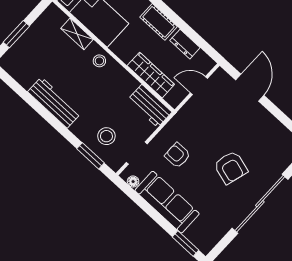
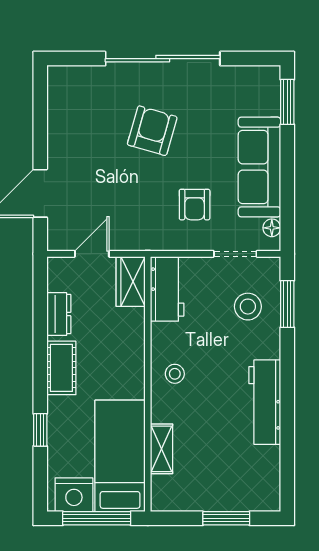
stool: (99, 61) -> (175, 374), moved
wardrobe: (151, 75) -> (131, 281), moved, width x0.67
door: (199, 86) -> (92, 254), swing flipped

